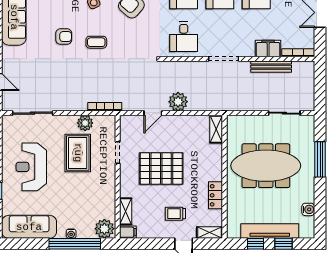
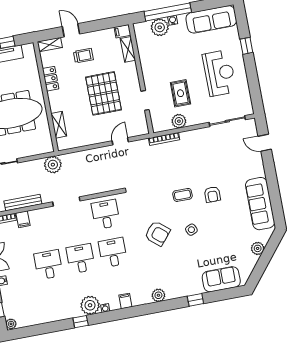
armchair: (64, 37) -> (212, 194), turned -90
filing cabinet: (268, 48) -> (23, 219), width x0.50
plant: (178, 102) -> (53, 165), moved
shelving: (216, 129) -> (59, 125), moved
rug: (78, 153) -> (180, 93), width x0.73, depth x0.70
pallet: (161, 169) -> (104, 93), turned 90
plant: (104, 229) -> (160, 27), moved

